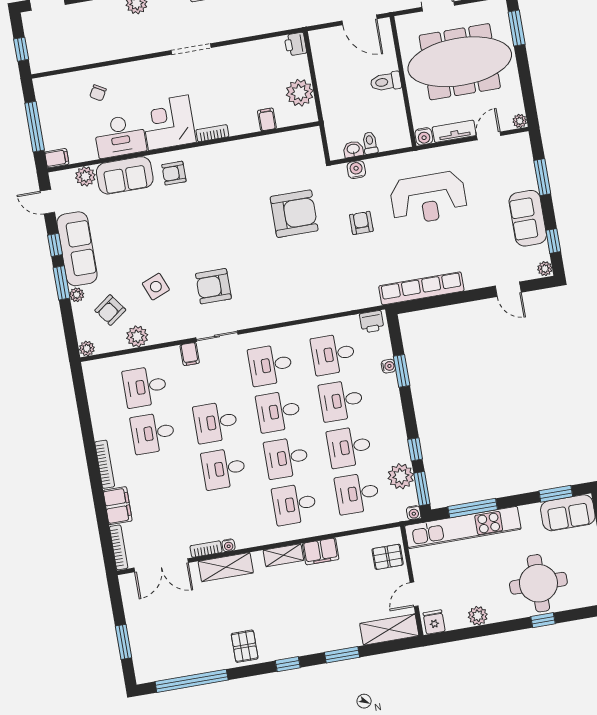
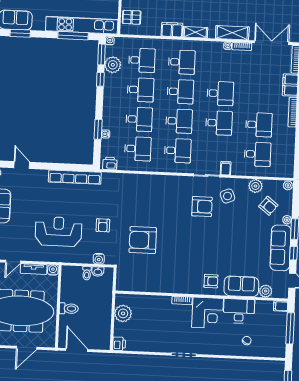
filing cabinet: (267, 119) -> (147, 301), removed
side table: (156, 287) -> (227, 196), moved
armchair: (110, 310) -> (268, 206), turned 74

